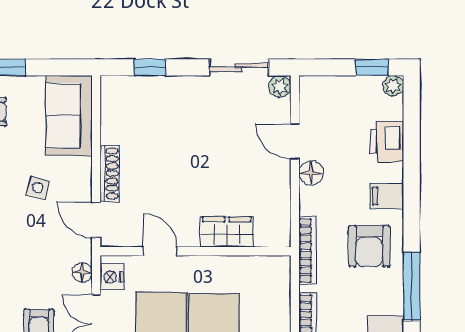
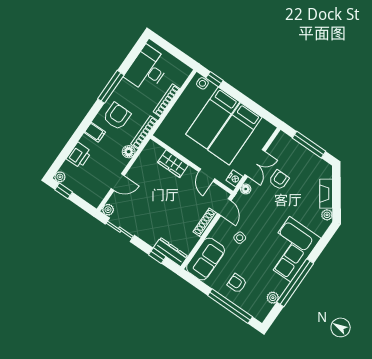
dresser: (133, 88) -> (171, 252), added
door: (295, 142) -> (118, 182), hinge flipped
floor lamp: (311, 173) -> (129, 152), moved

